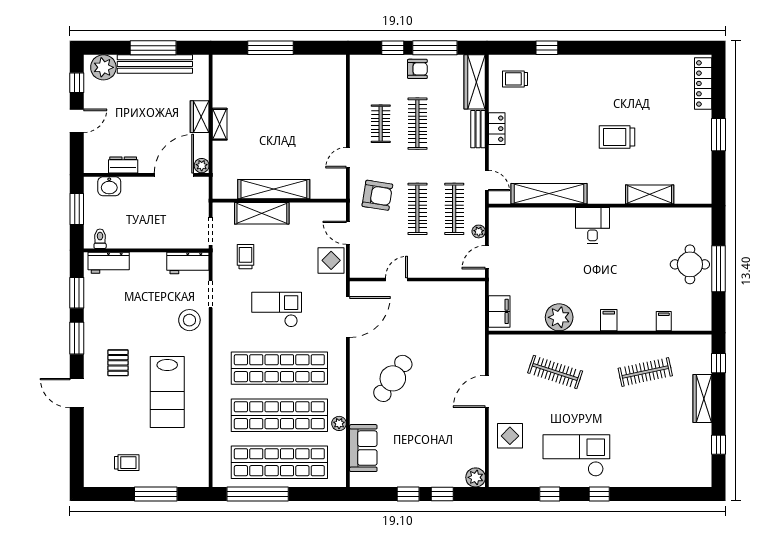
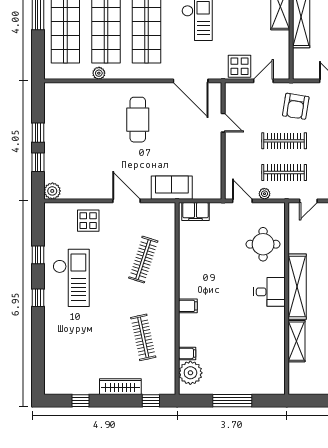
shelving: (549, 194) -> (297, 287), moved
round table: (690, 264) -> (263, 244), moved
plant: (559, 317) -> (190, 373), moved
cafe table: (393, 378) -> (138, 120), turned 55
sofa: (363, 448) -> (172, 188), moved, turned 180

